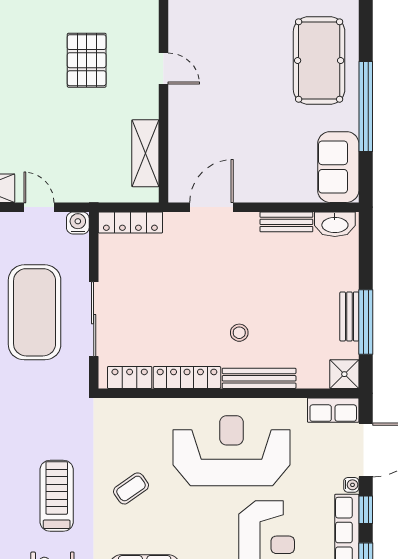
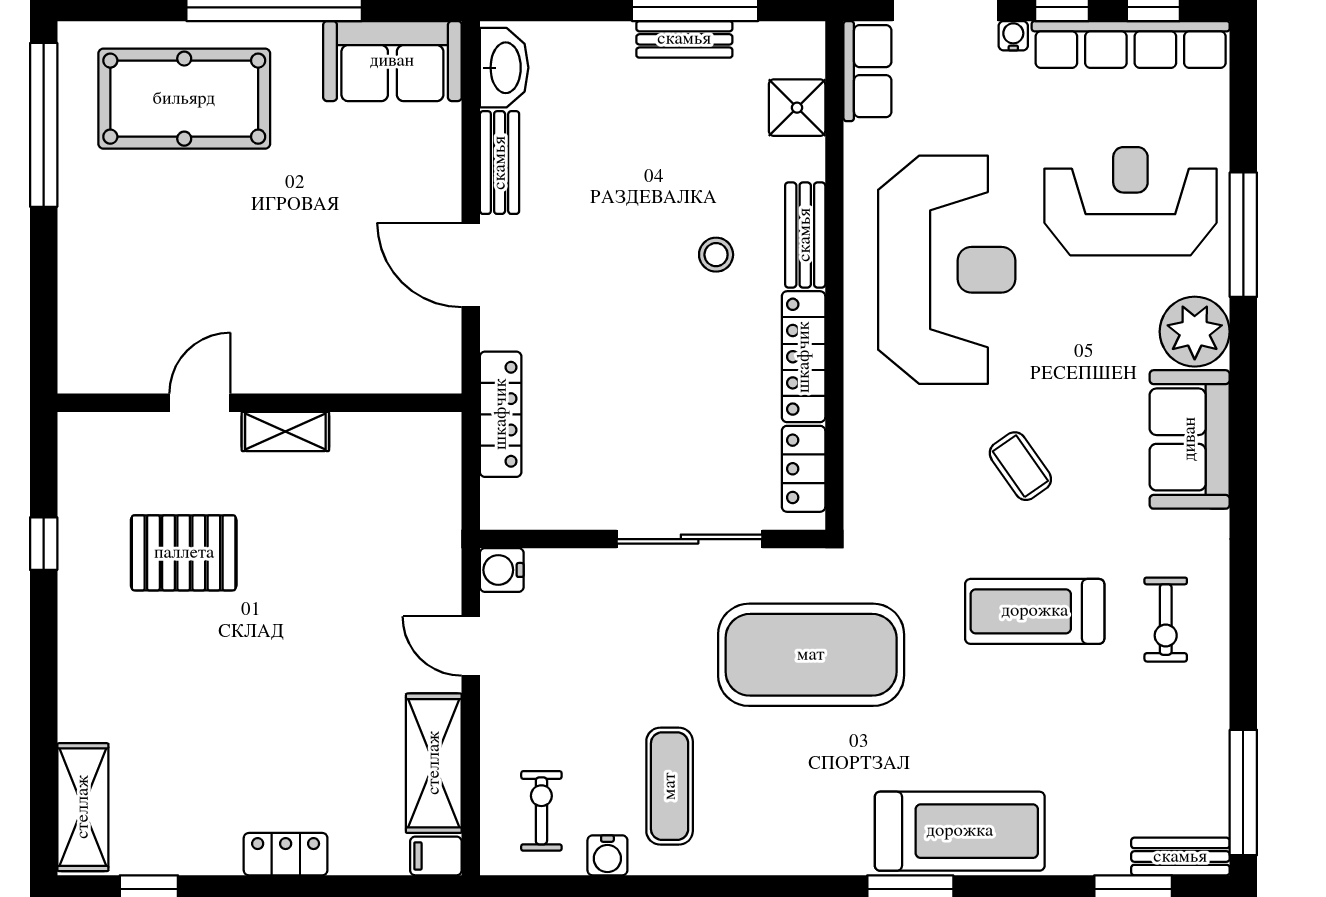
shelving: (145, 153) -> (285, 431), moved, width x0.67, depth x0.75
door: (39, 207) -> (471, 646), hinge flipped
door: (211, 207) -> (471, 265), moved
locker: (130, 222) -> (501, 414), moved
exercise mat: (35, 312) -> (811, 655), moved
shower: (344, 374) -> (797, 108), moved
bench: (259, 378) -> (805, 235), width x0.73
reception desk: (231, 451) -> (947, 270), turned 180

